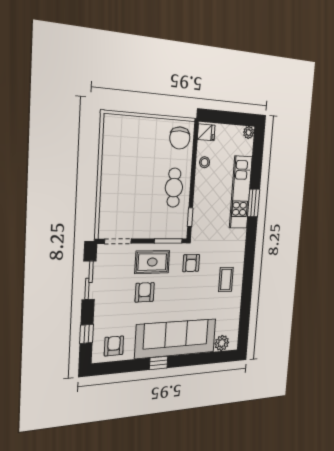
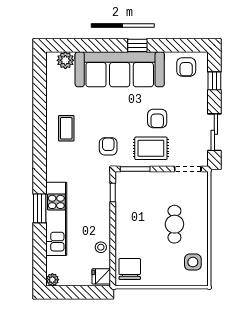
side table: (118, 141) -> (193, 262), added
cafe table: (174, 188) -> (174, 224), moved

